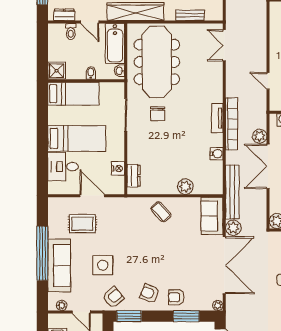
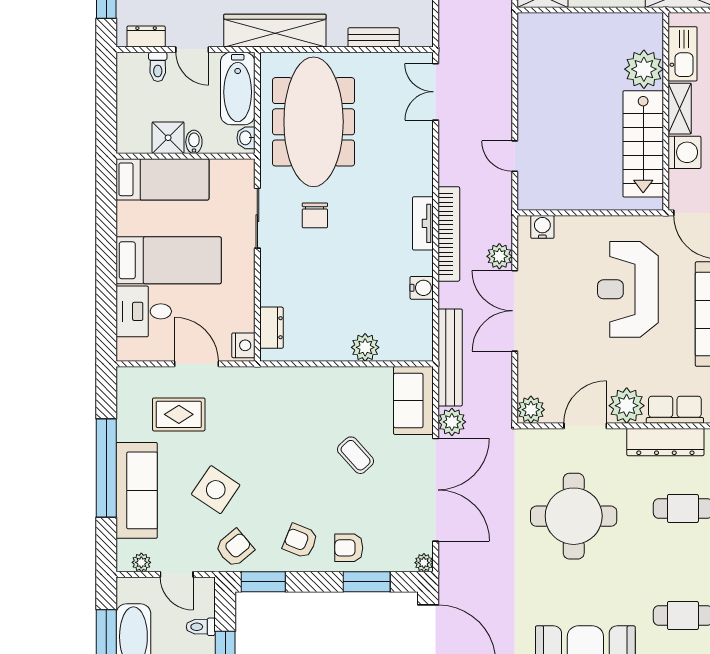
shower: (57, 71) -> (168, 138), moved
nightstand: (118, 168) -> (243, 345), moved
coffee table: (161, 212) -> (356, 455), moved
side table: (103, 265) -> (216, 490), turned 34

